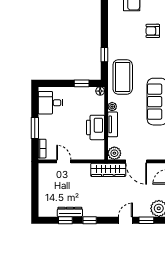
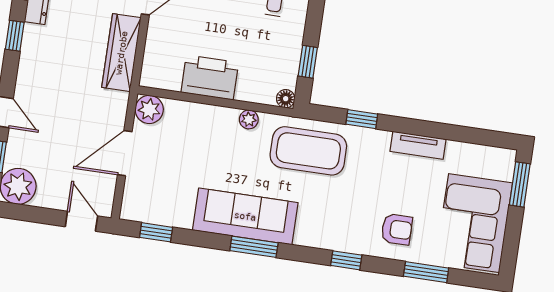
armchair: (153, 31) -> (397, 229), turned 90
tv unit: (113, 124) -> (418, 145), moved
wardrobe: (108, 170) -> (121, 53), moved

